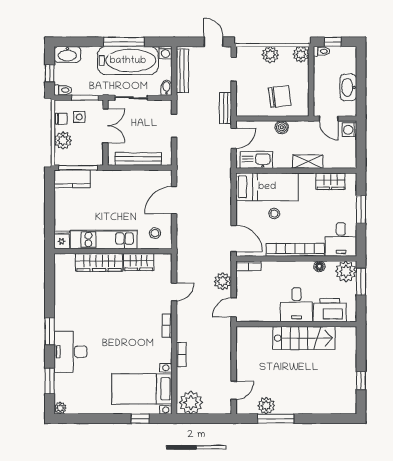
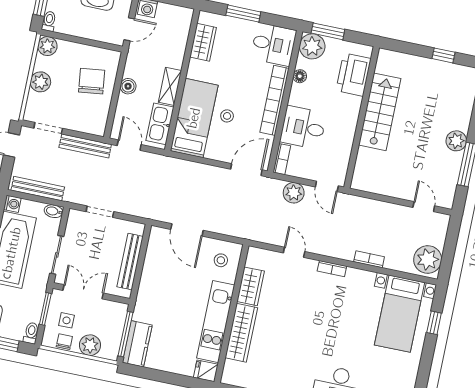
bench: (225, 108) -> (85, 146), width x1.36
shelving: (308, 162) -> (170, 86), moved
desk: (296, 305) -> (303, 128), moved, turned 180
plant: (266, 406) -> (456, 141), moved

